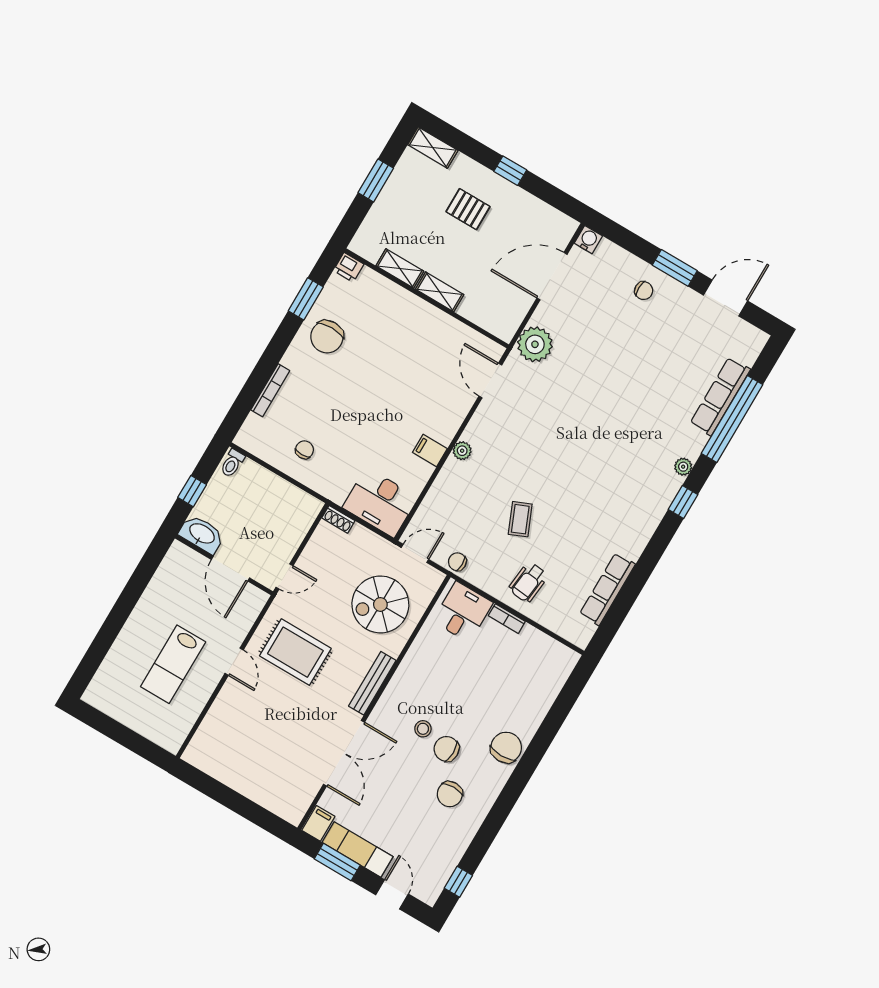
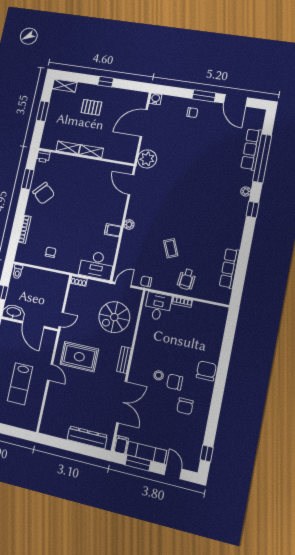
door: (726, 298) -> (235, 100), swing flipped
chair: (327, 337) -> (44, 193), turned -47
bench: (372, 683) -> (124, 360), width x0.73
dresser: (264, 793) -> (87, 437), added

